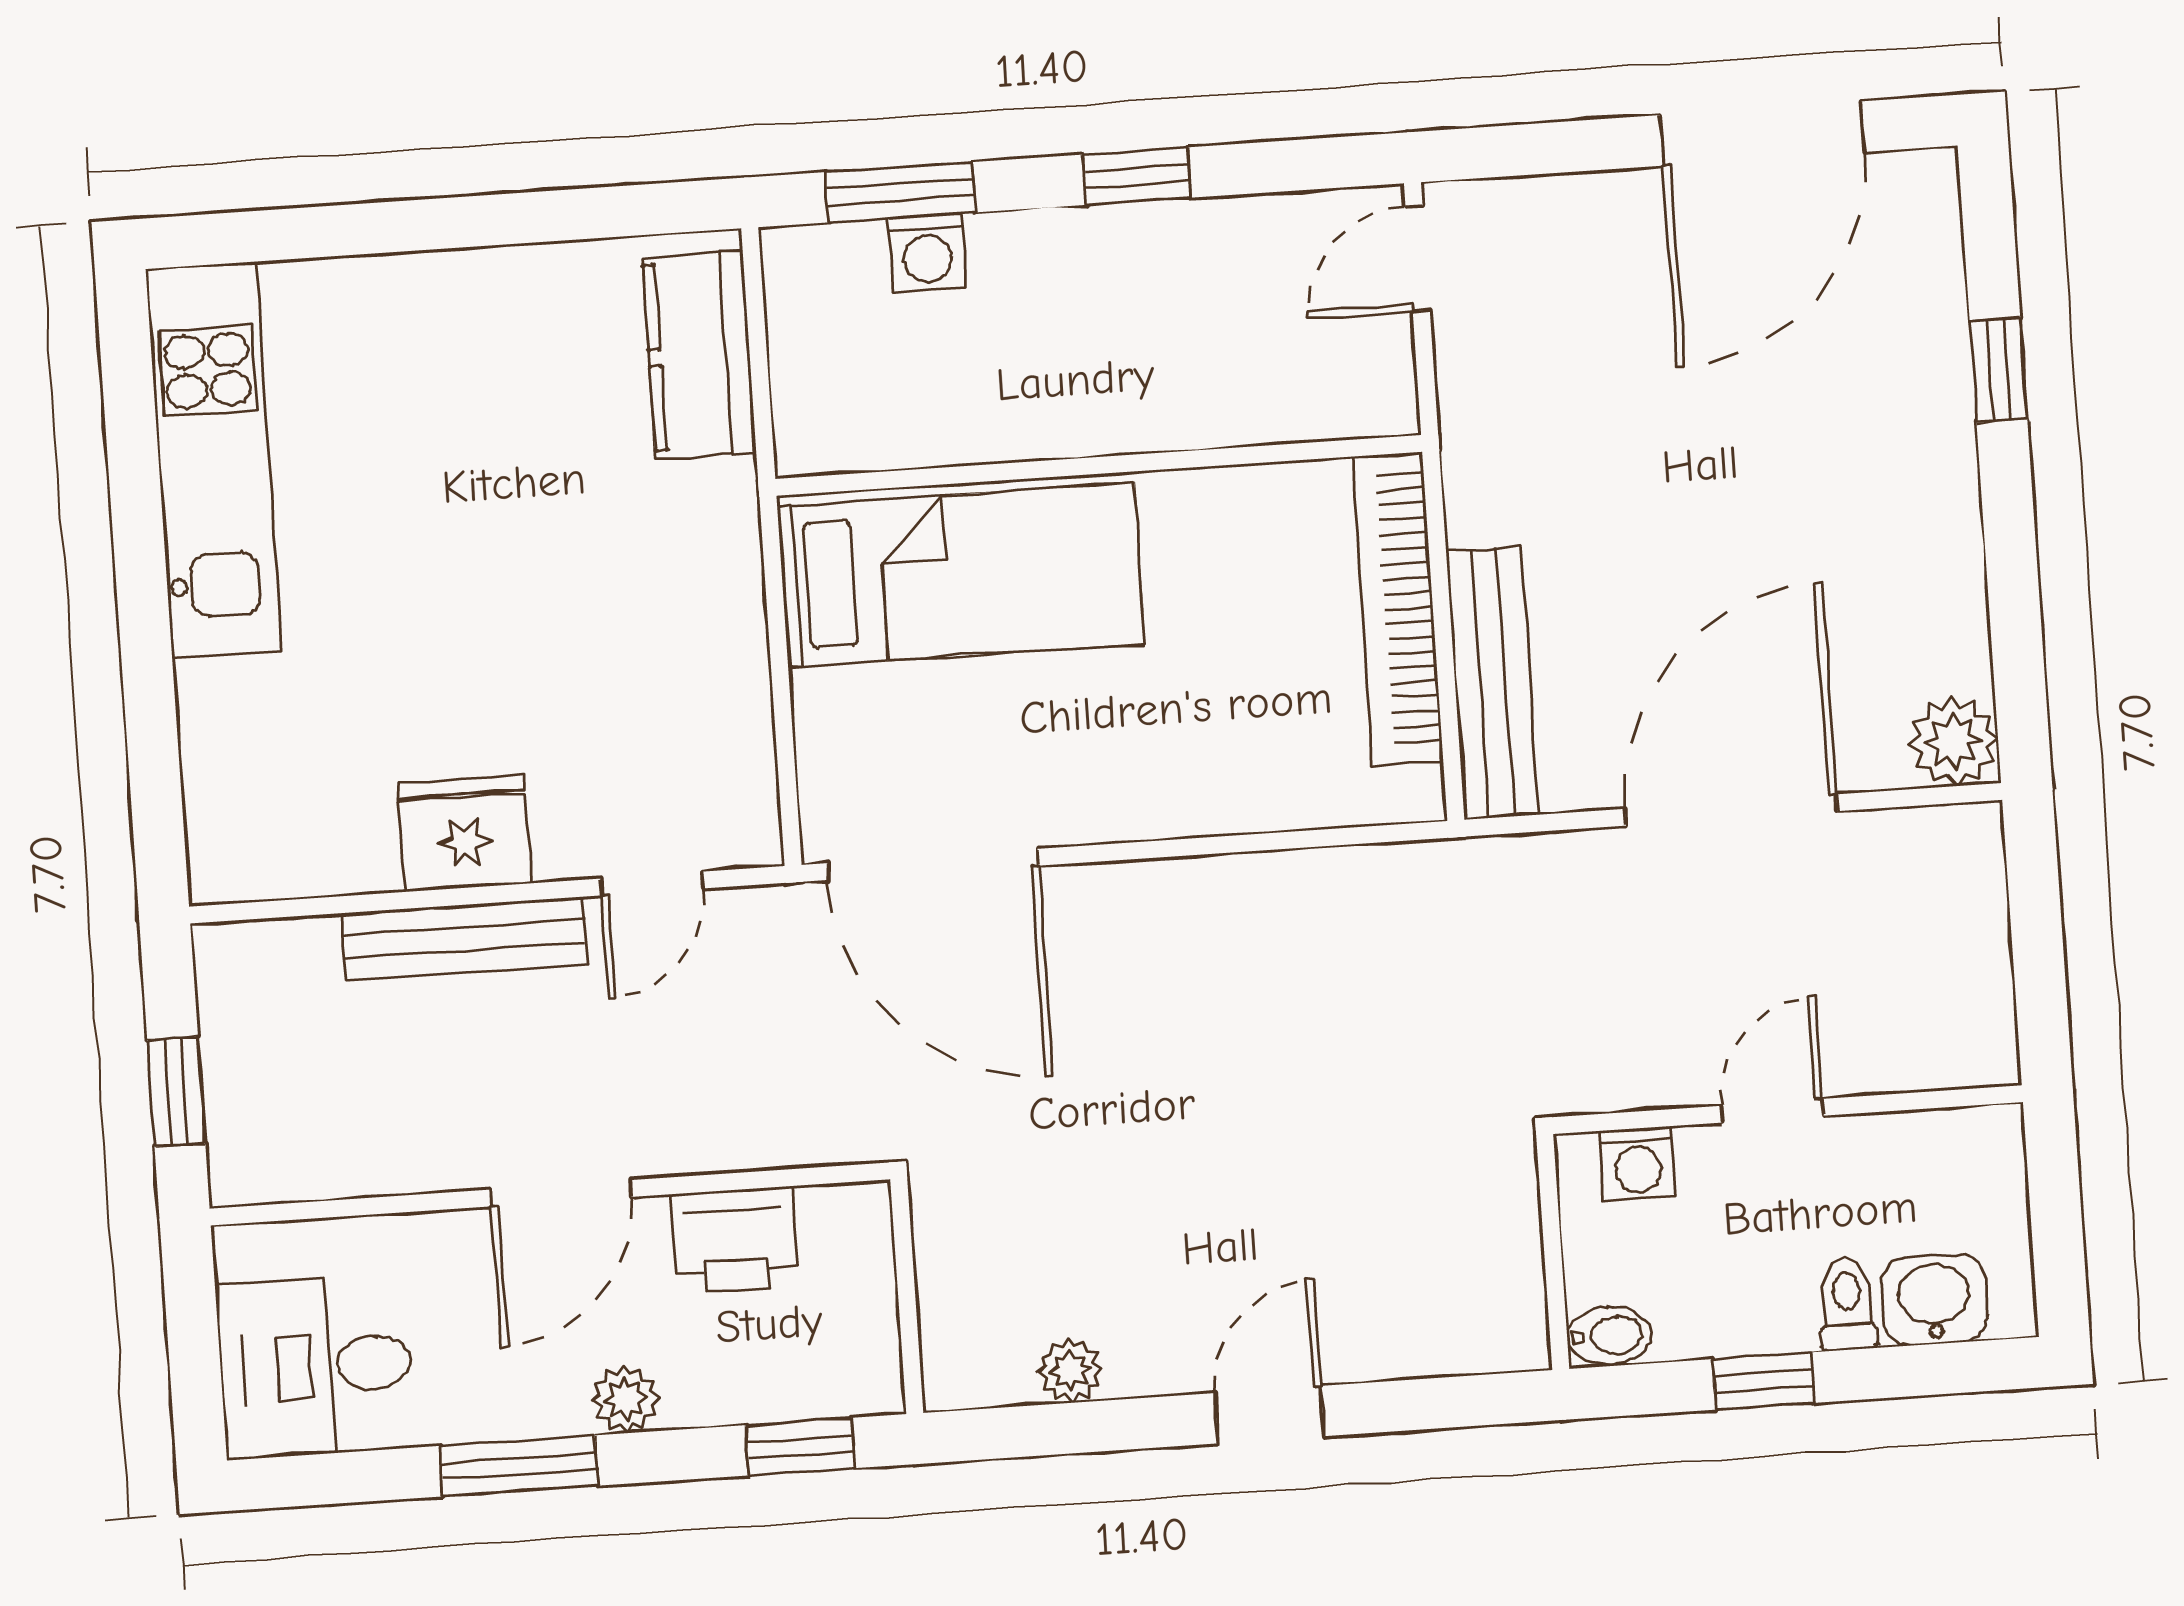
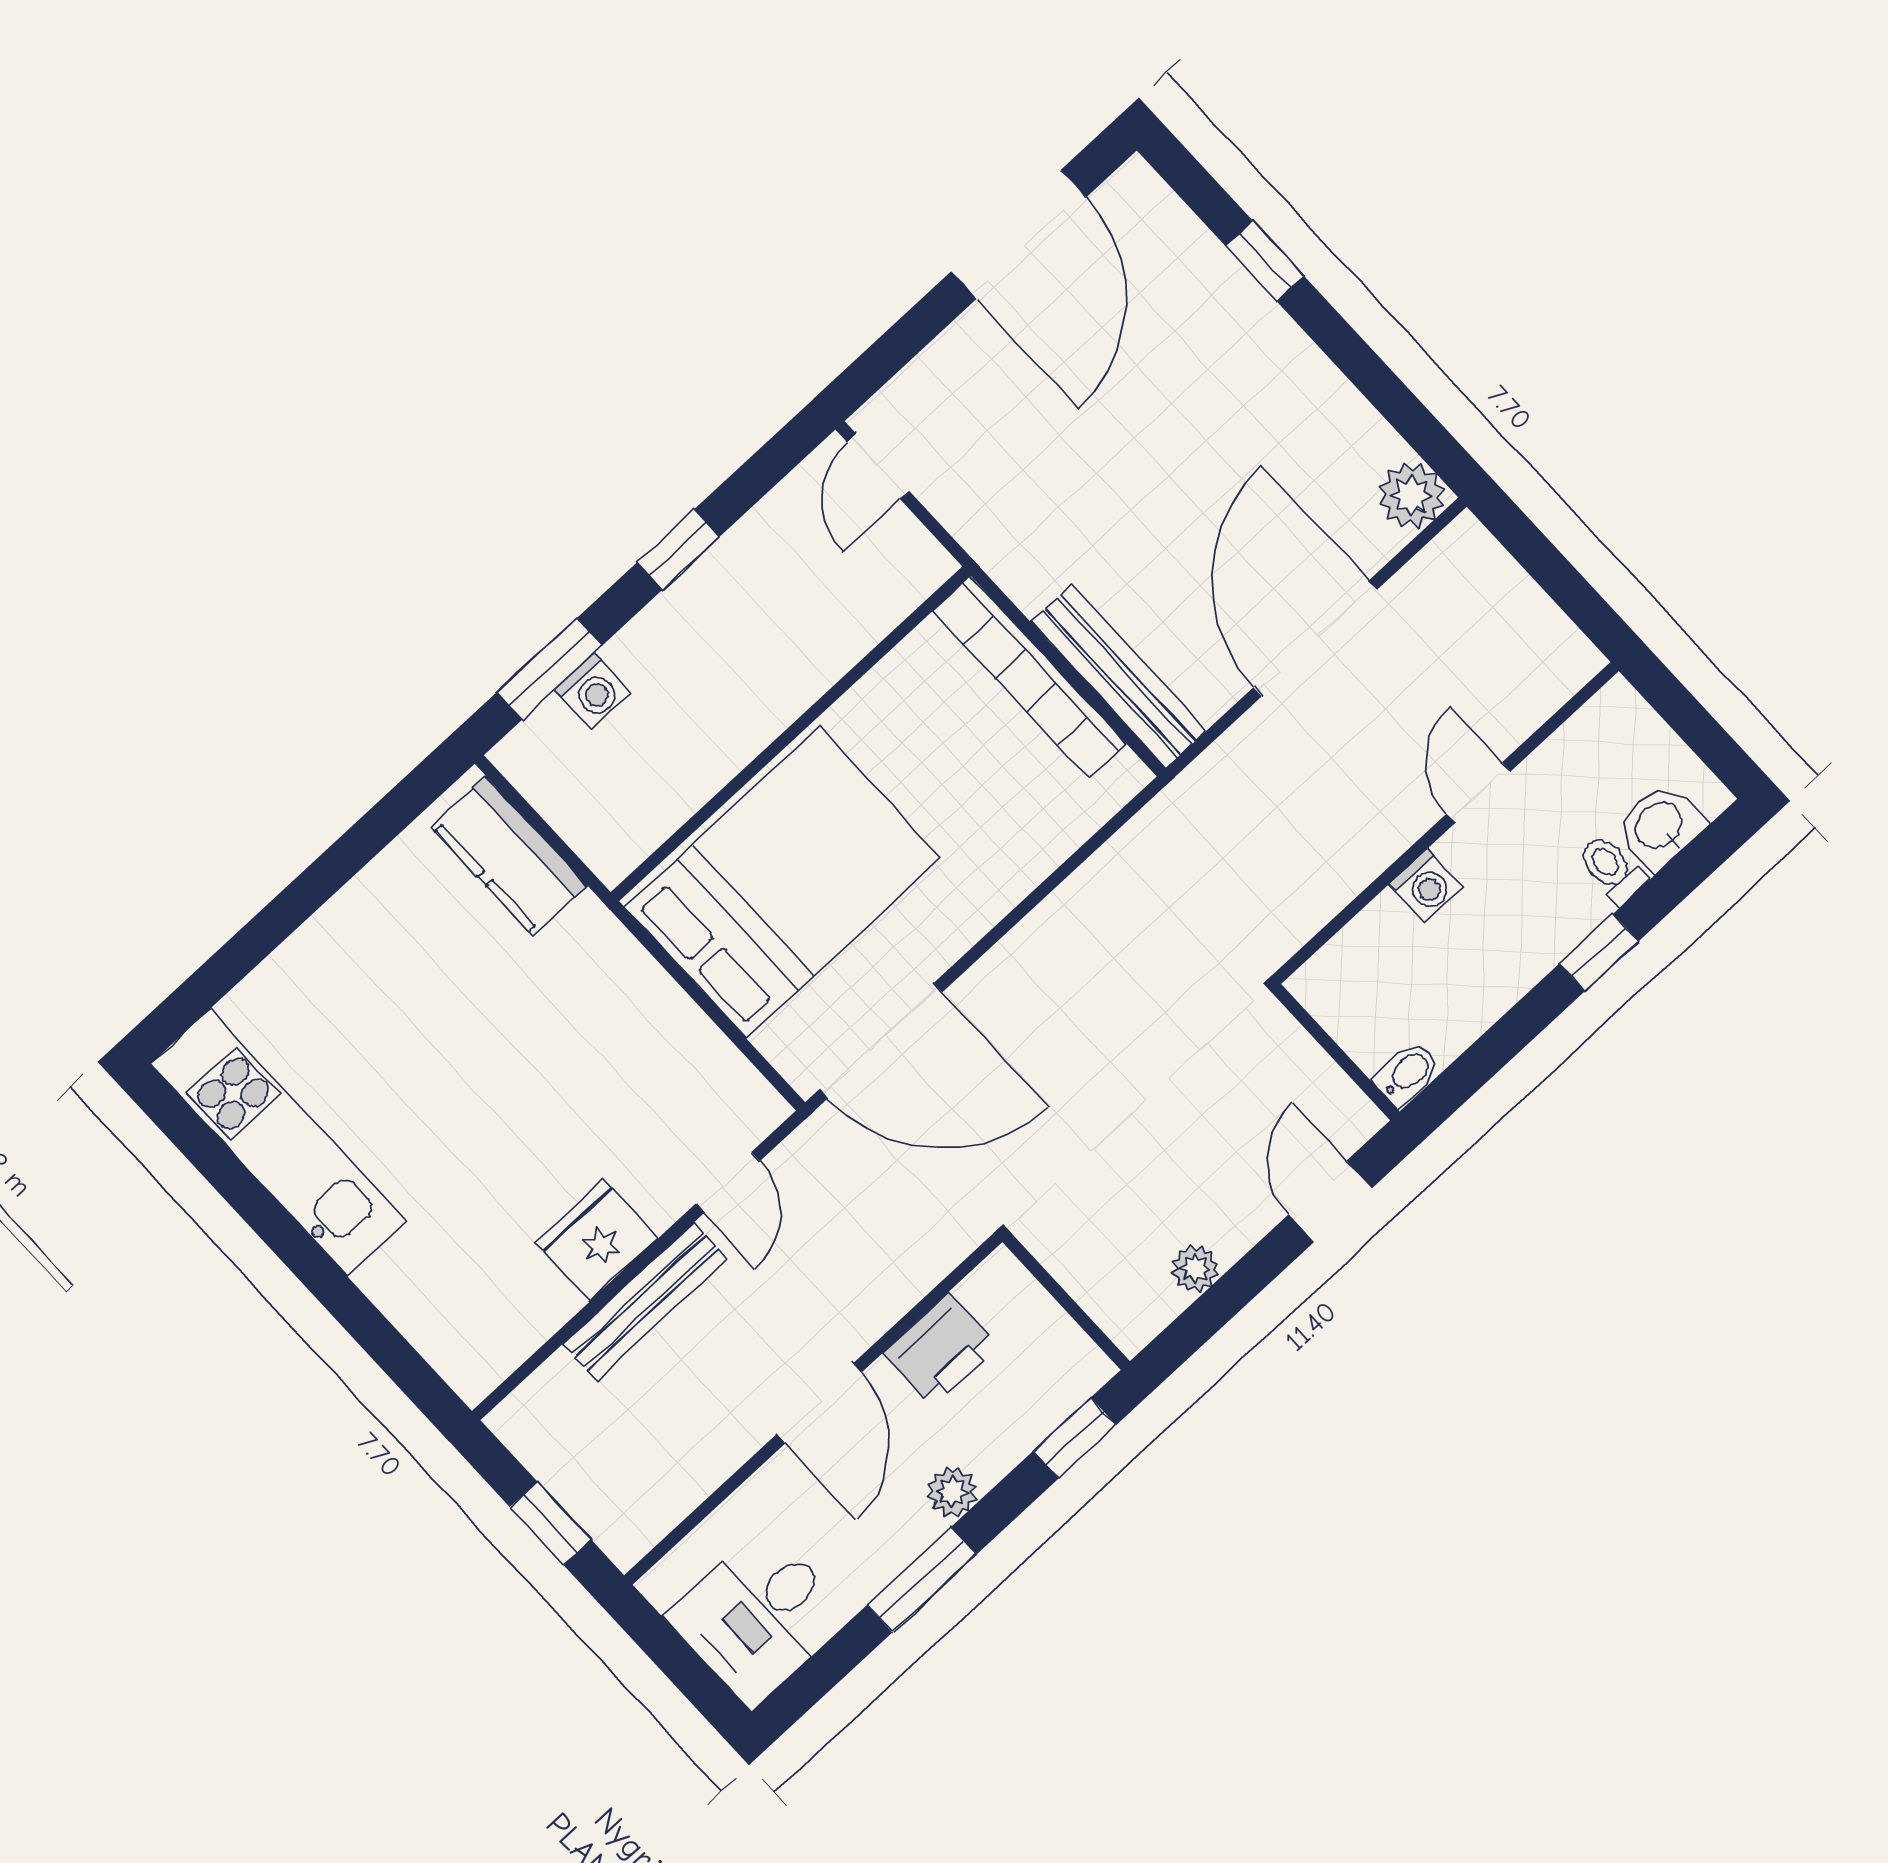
bed: (961, 575) -> (783, 883), width x1.50
wall: (1553, 1252) -> (1336, 1052), moved
bidet: (1609, 1336) -> (1407, 1074), moved

